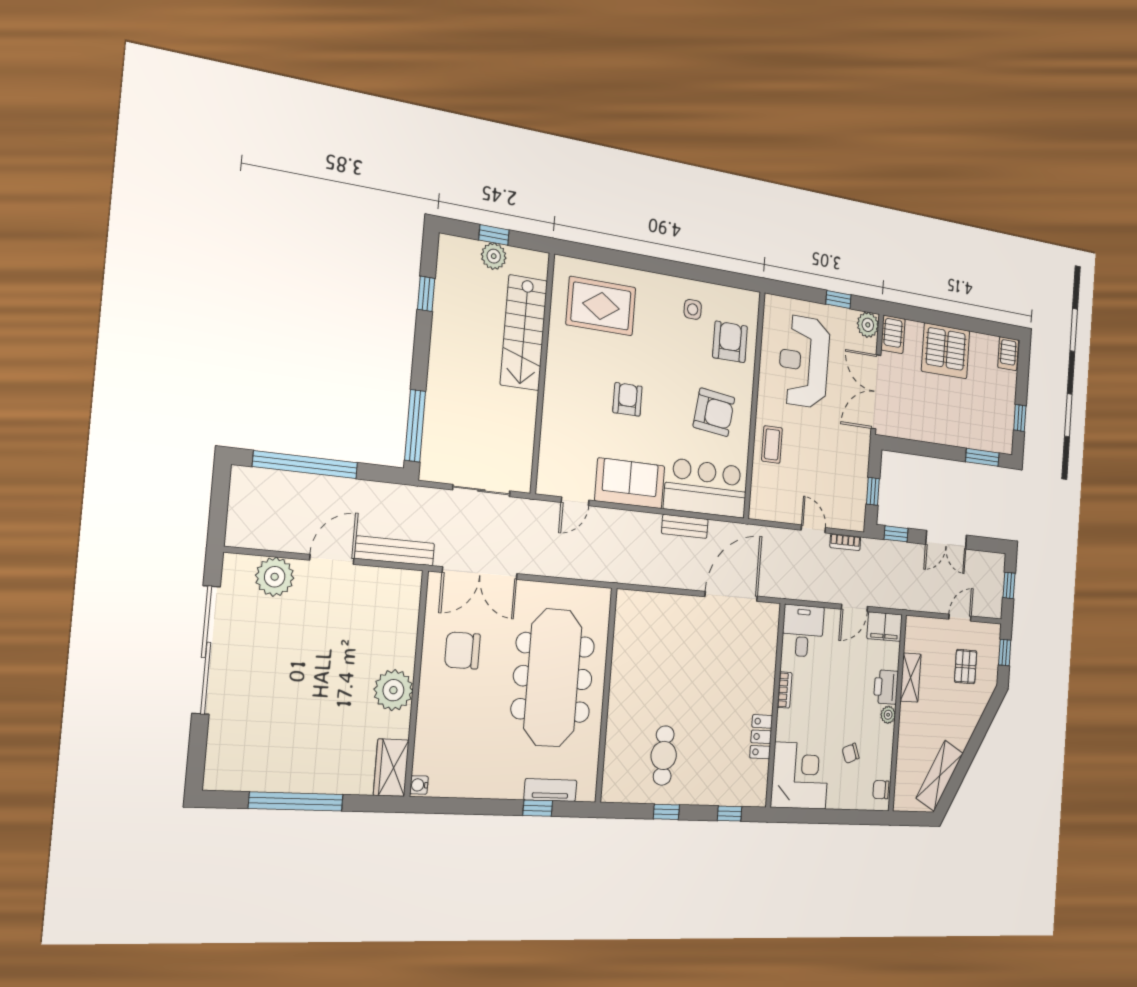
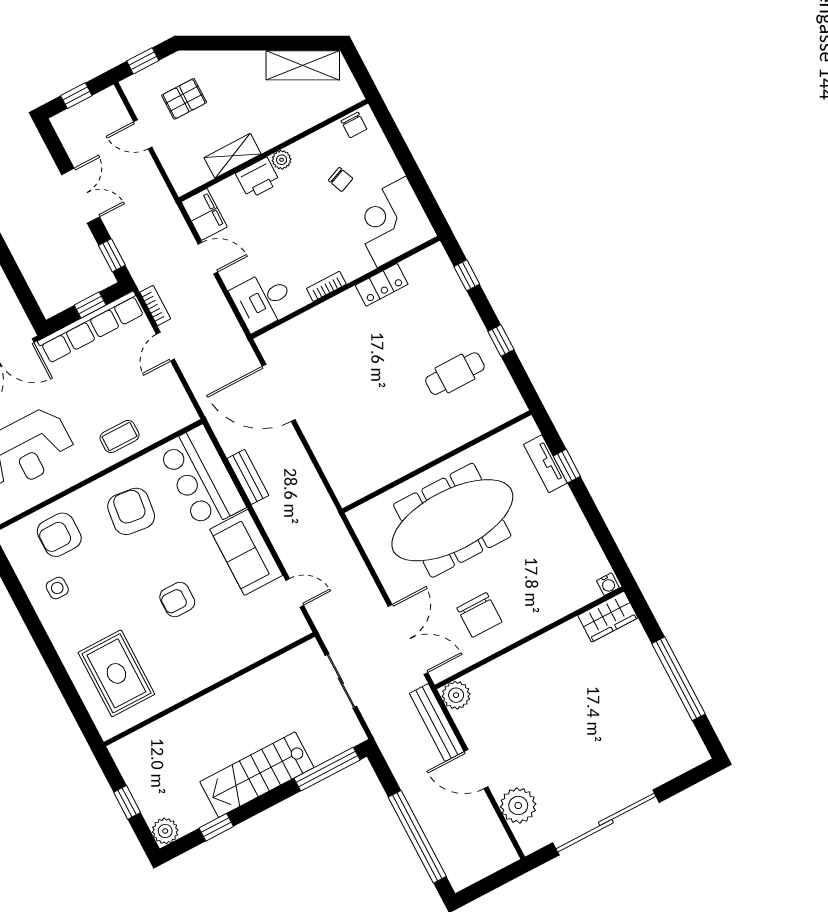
plant: (494, 256) -> (165, 831), moved
stairs: (524, 333) -> (257, 775), moved, turned 180
row of seats: (858, 481) -> (91, 327), added
plant: (393, 690) -> (456, 695), moved, width x0.73, depth x0.73

